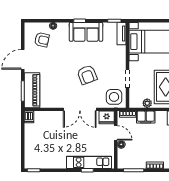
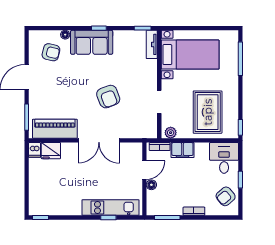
sofa: (86, 32) -> (92, 42), moved
piano: (32, 90) -> (55, 129), moved, turned -90
side table: (114, 97) -> (142, 125), removed
plant: (147, 103) -> (171, 133), moved
fridge: (107, 117) -> (51, 151), moved
door: (116, 133) -> (144, 170), hinge flipped

